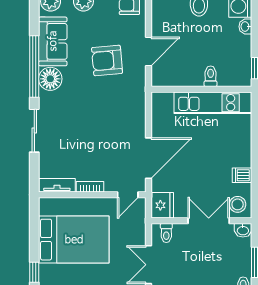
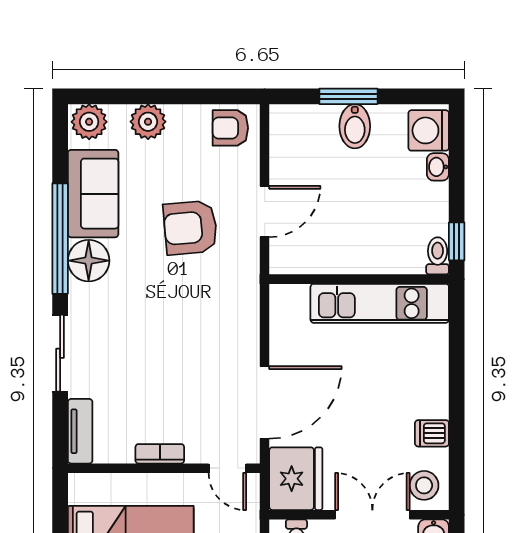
toilet: (211, 76) -> (438, 256), moved
tv unit: (57, 185) -> (80, 431), moved, turned 90
door: (128, 195) -> (227, 468), hinge flipped
fridge: (162, 205) -> (296, 479), width x1.36, depth x1.34

